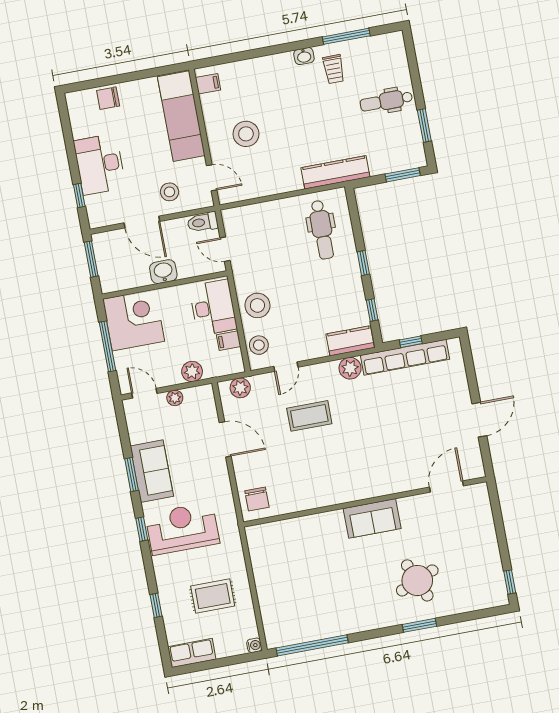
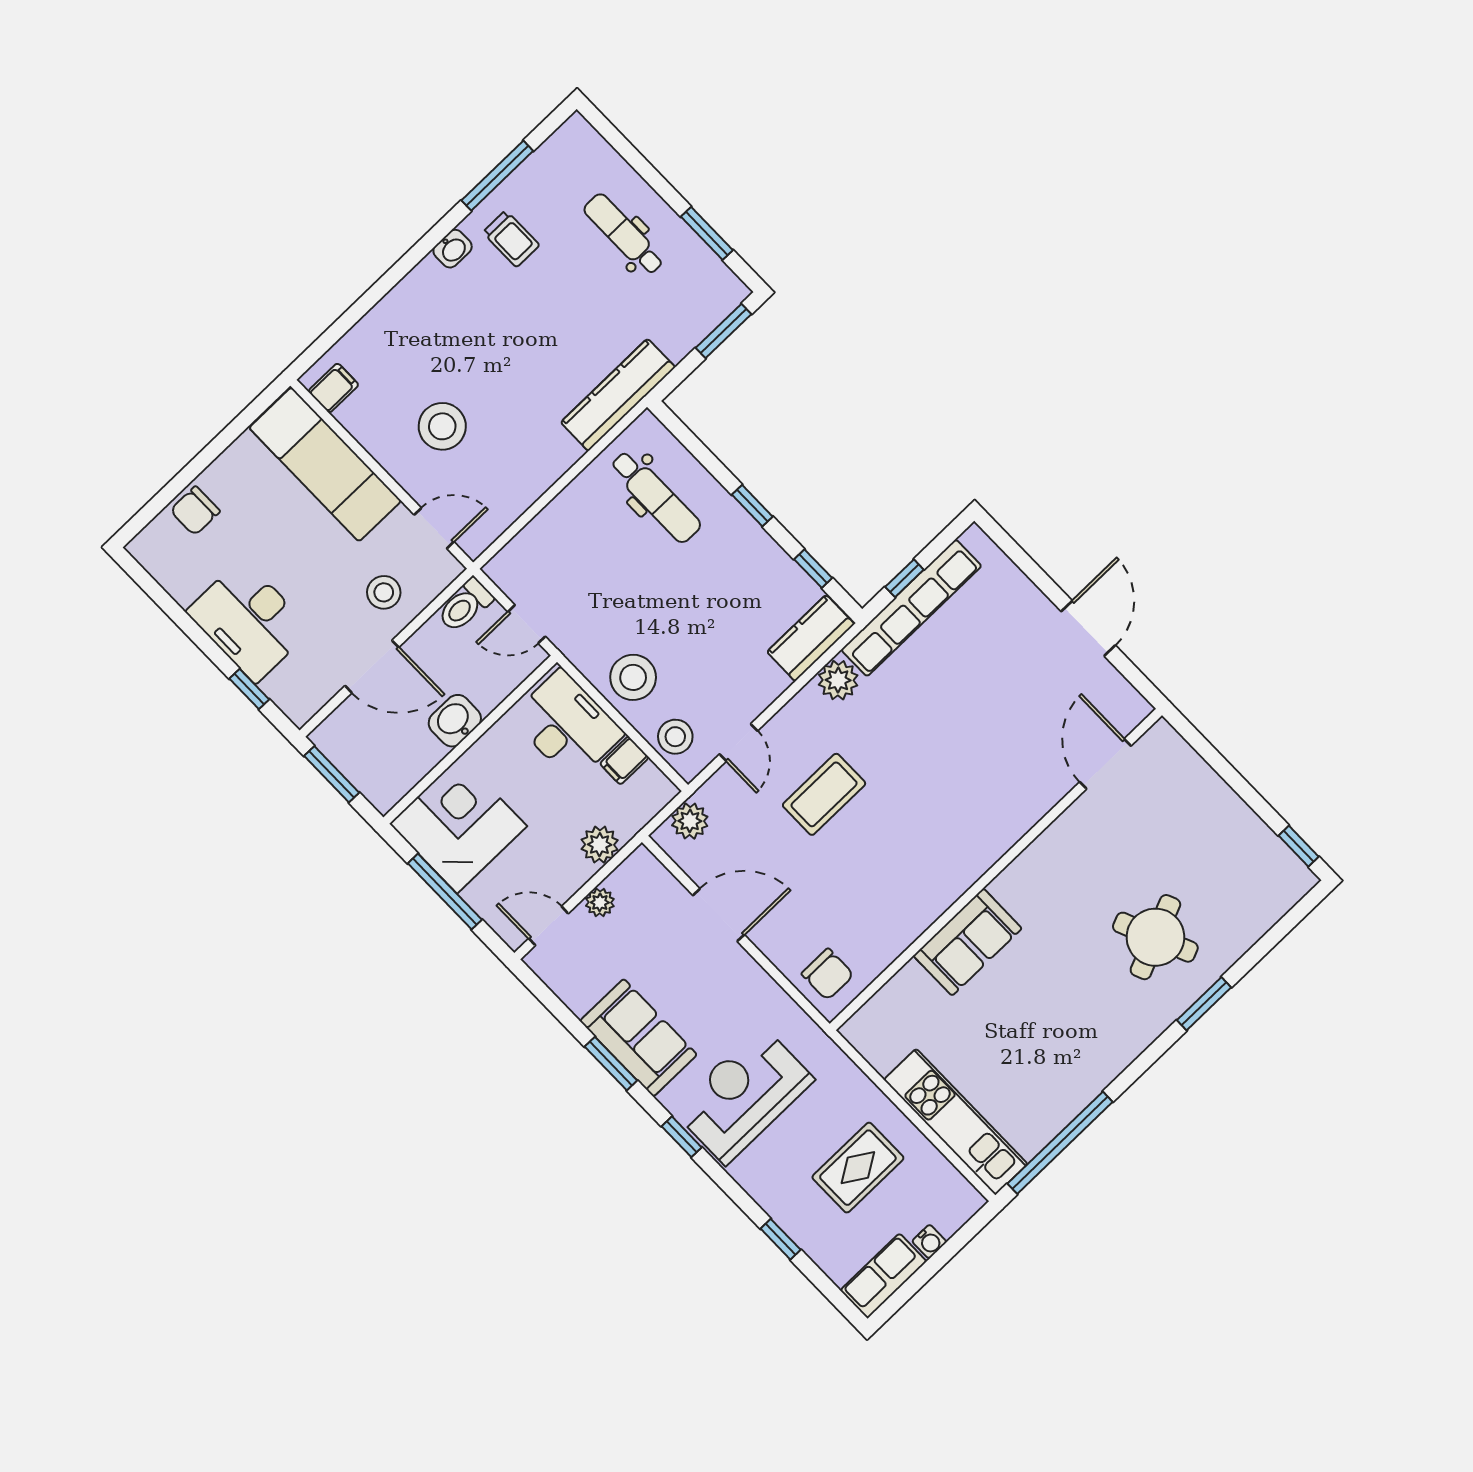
dental chair: (386, 101) -> (624, 234), turned 90
sofa: (372, 518) -> (968, 942), moved
kitchen unit: (271, 605) -> (956, 1122), added
water cooler: (254, 645) -> (929, 1242), moved, turned 90

